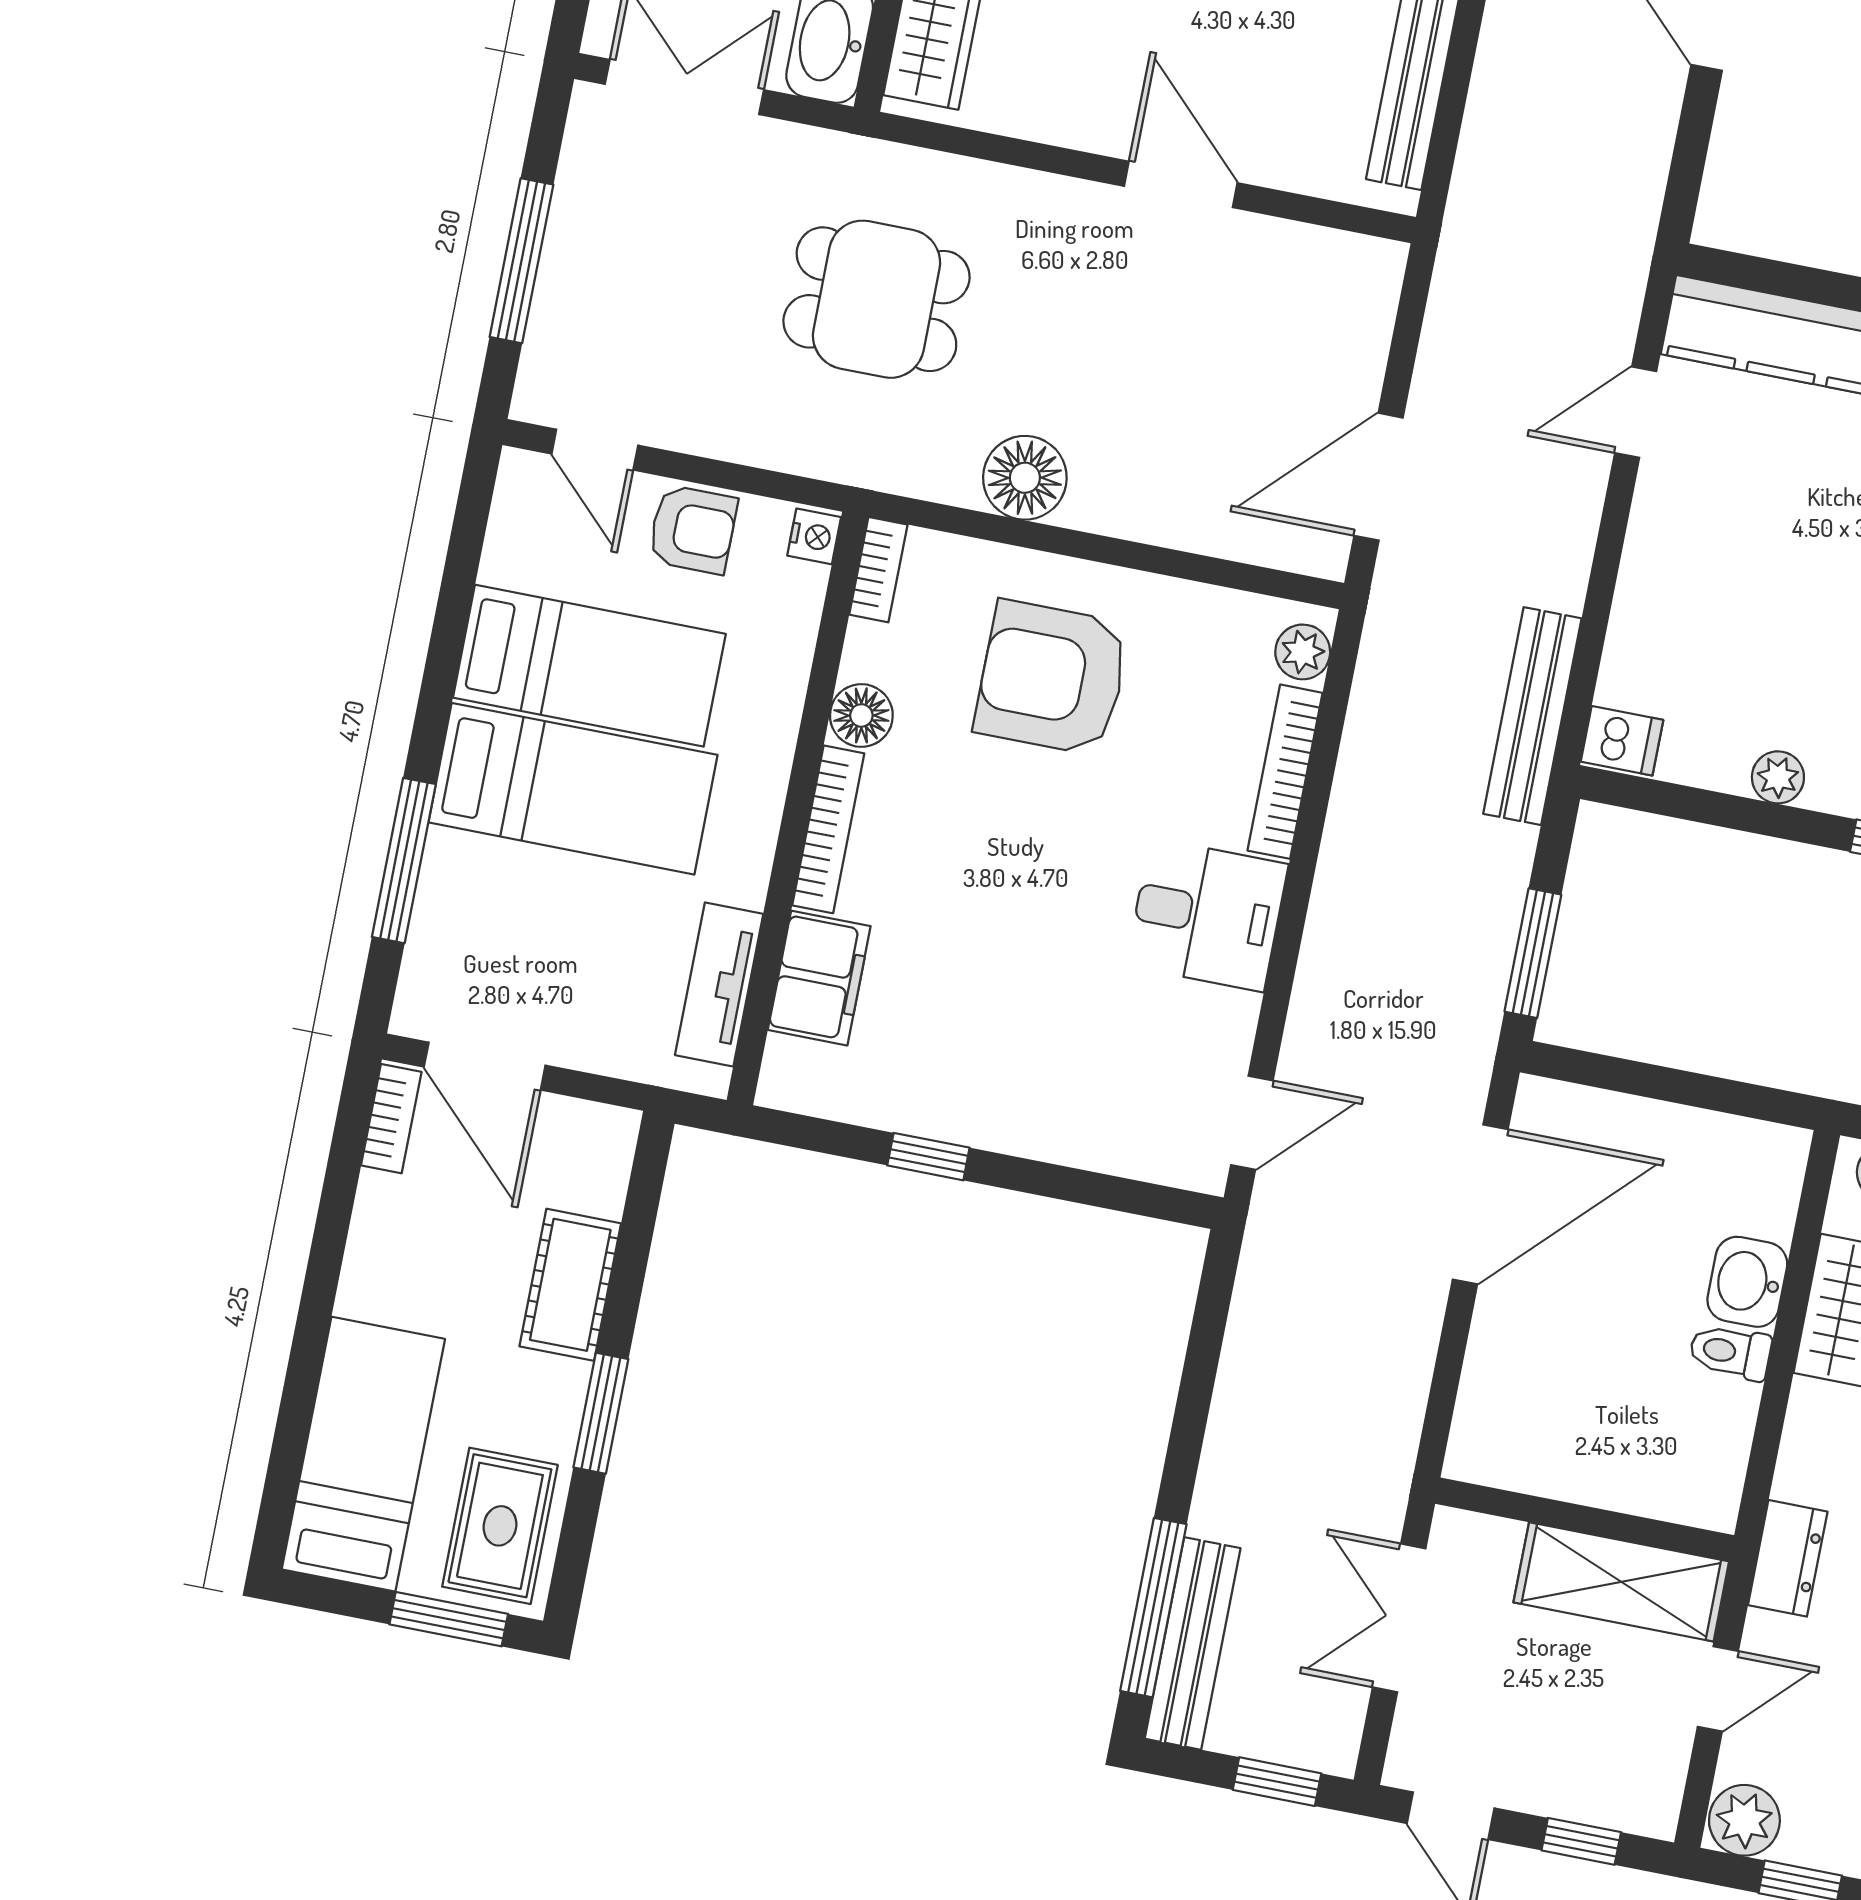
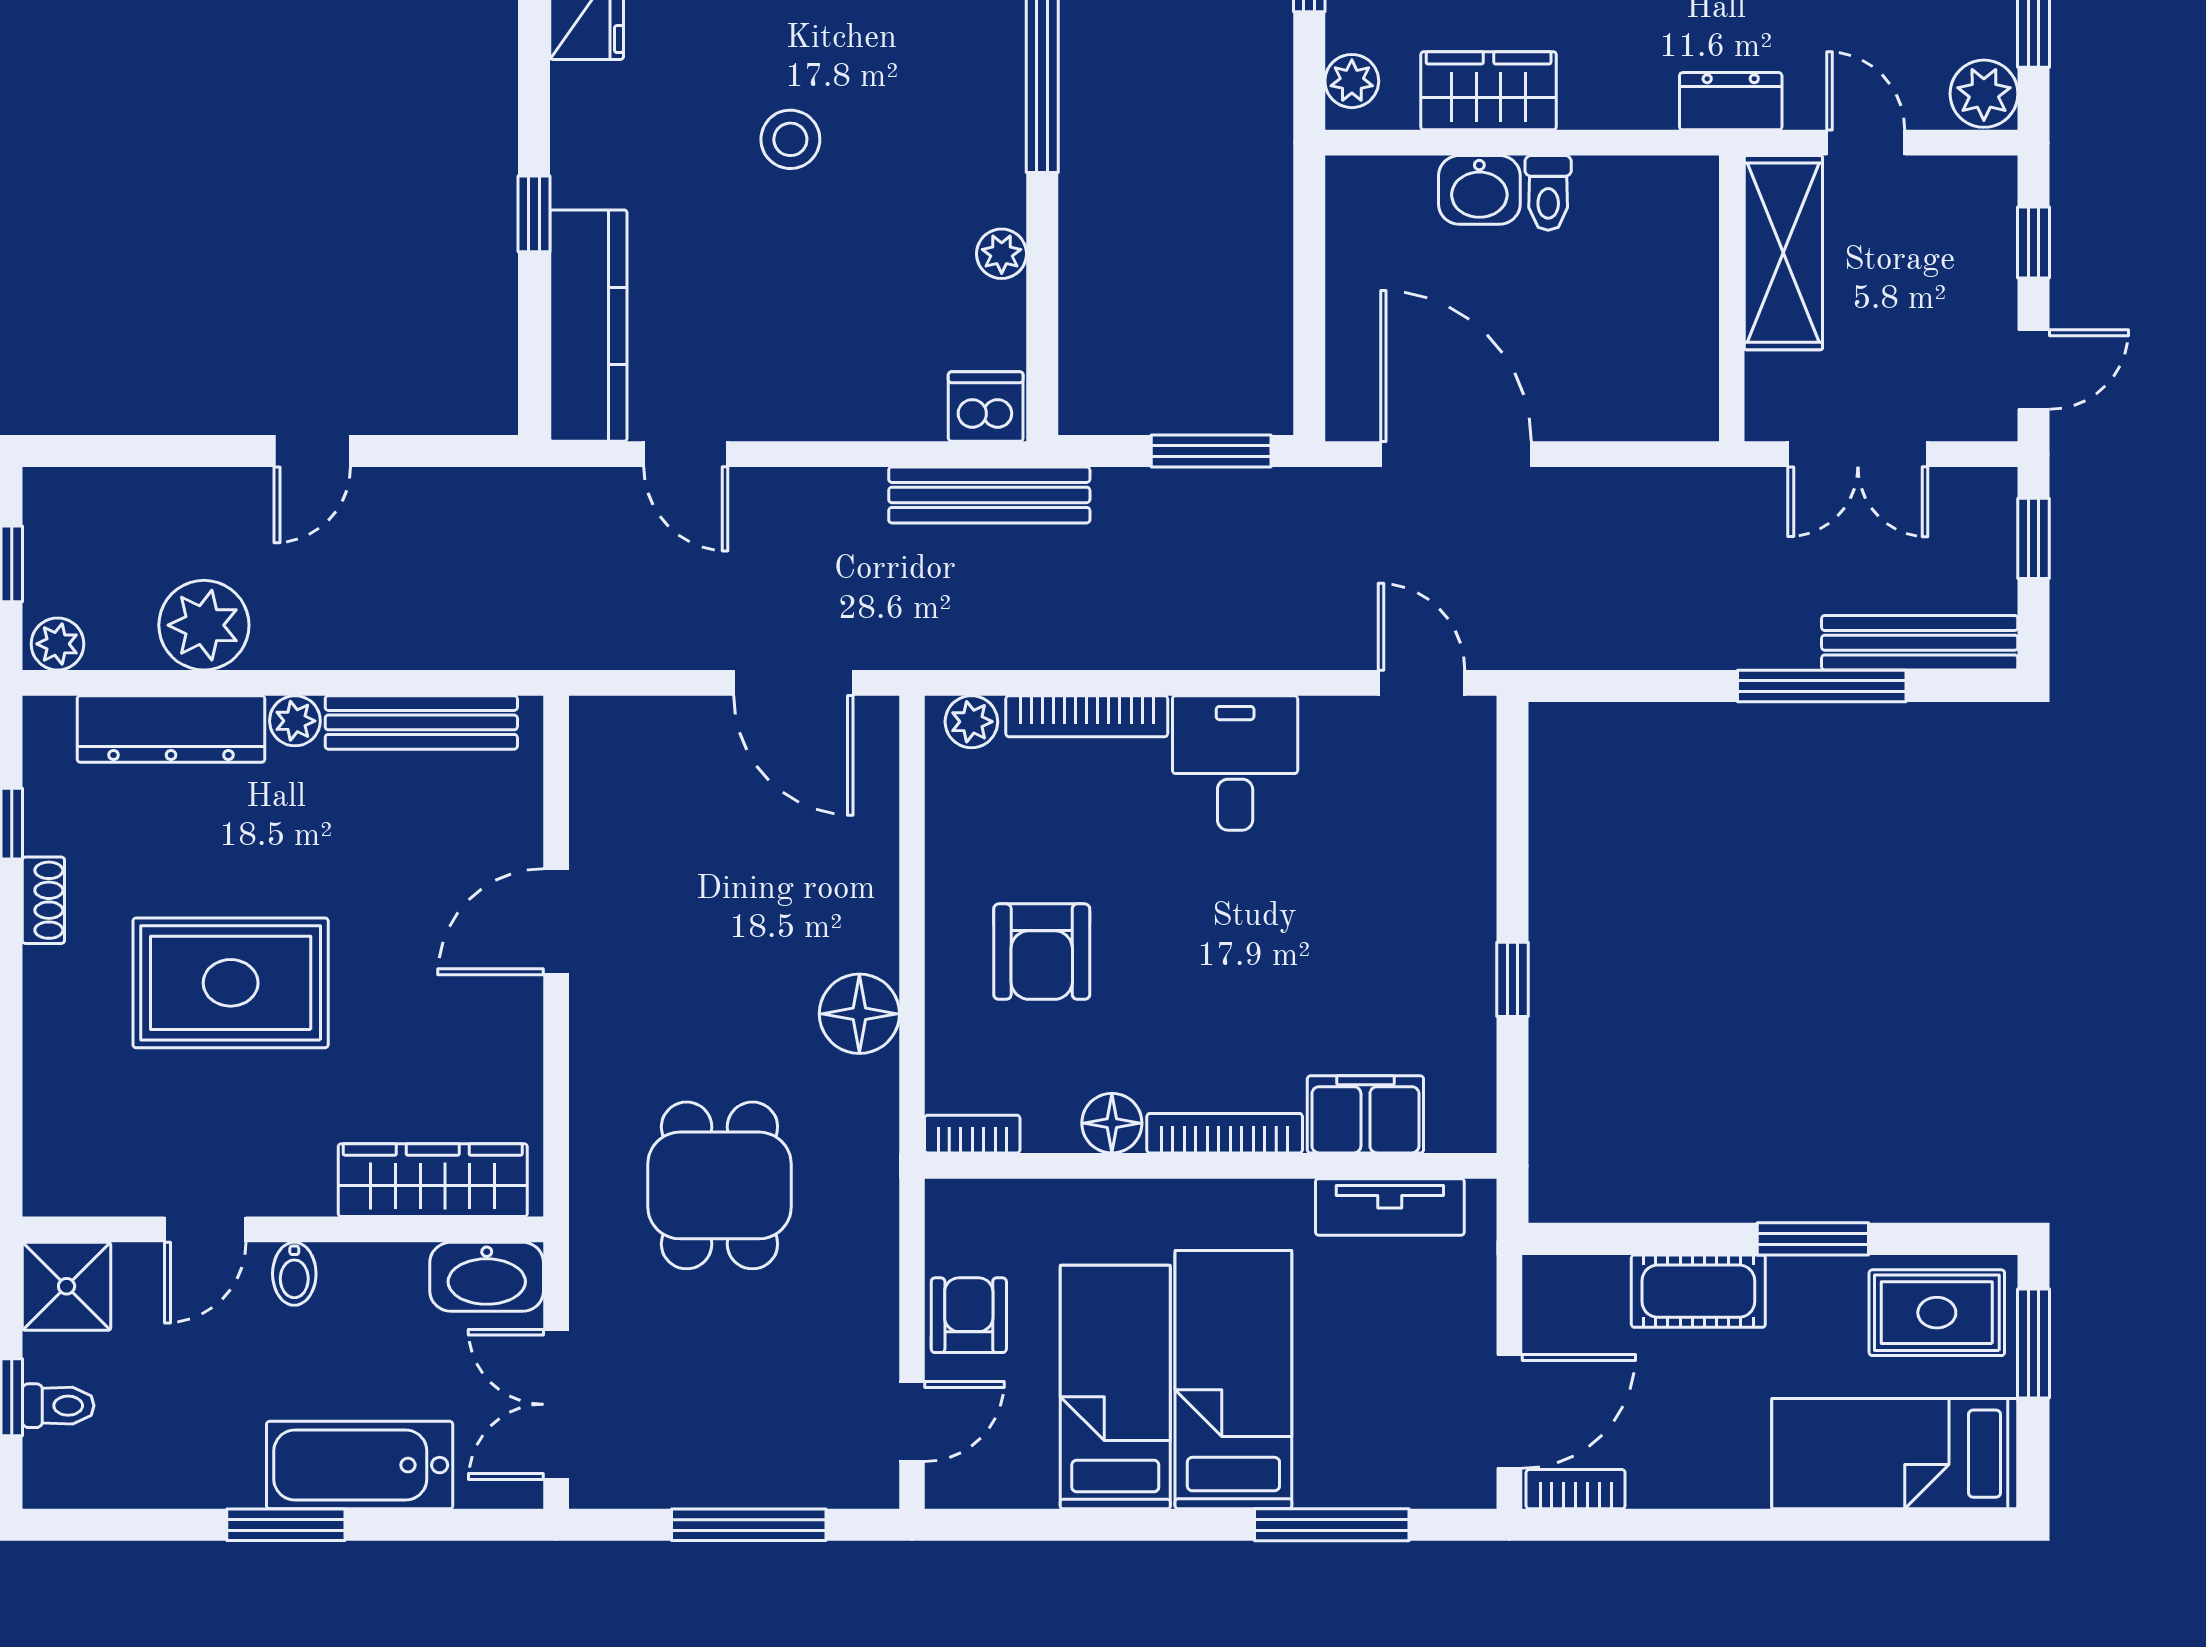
nightstand: (814, 536) -> (953, 1200), removed
armchair: (1052, 678) -> (1042, 952), width x0.73, depth x0.73
dishwasher: (1622, 741) -> (986, 407), width x1.38
window: (1153, 1608) -> (1822, 686), moved

